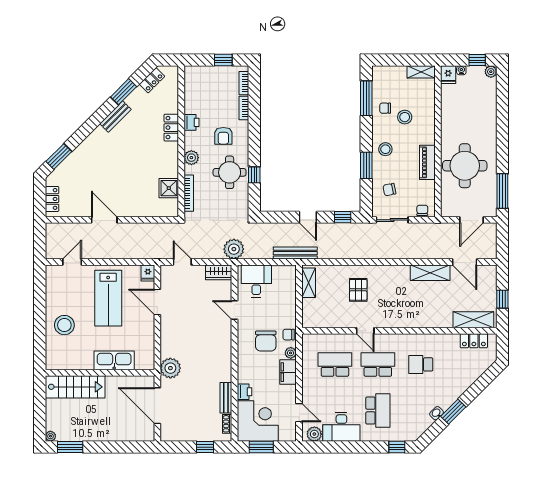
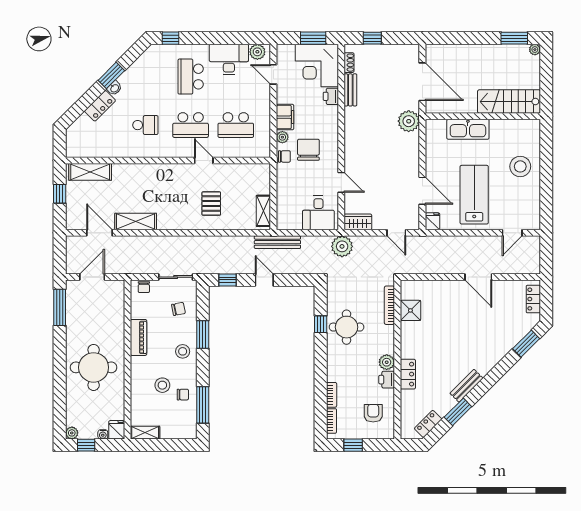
armchair: (223, 136) -> (373, 413), moved
plant: (191, 158) -> (387, 362), moved
round table: (465, 166) -> (94, 367), moved
locker: (474, 341) -> (100, 106), moved, turned 135
washbasin: (437, 413) -> (114, 88), moved

